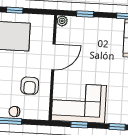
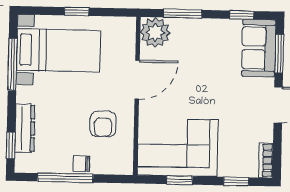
window: (85, 14) -> (183, 14), width x1.50
plant: (62, 21) -> (155, 32), width x1.87, depth x1.87

